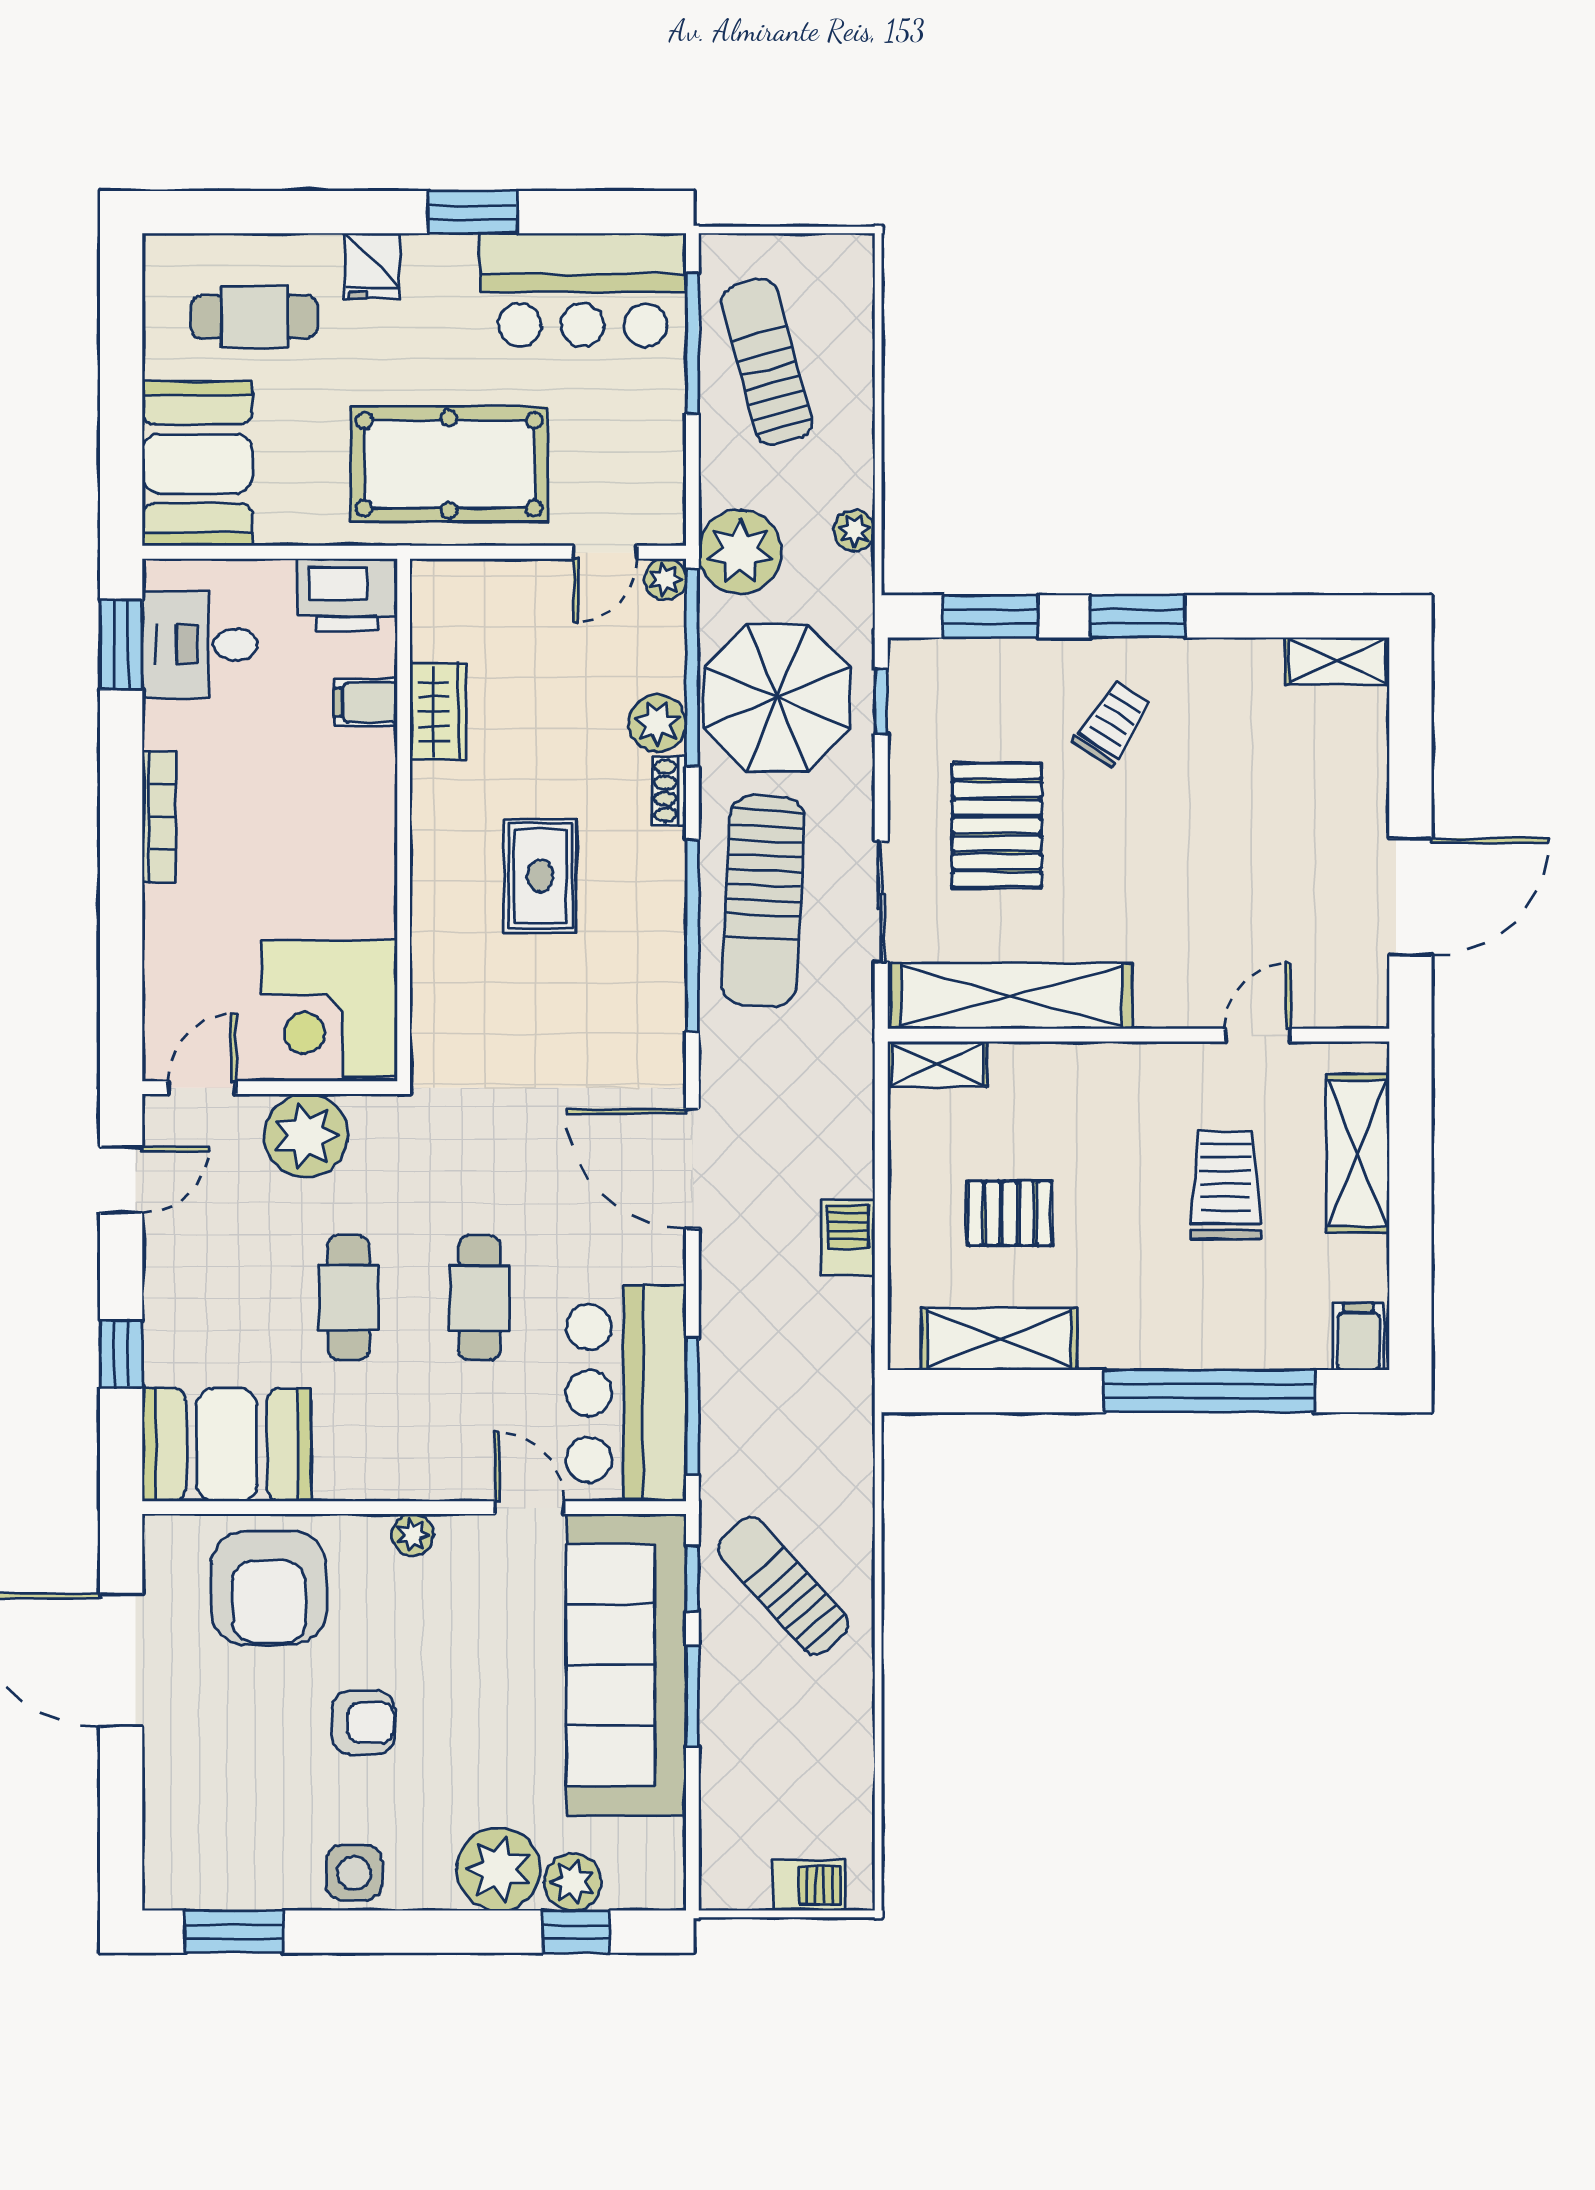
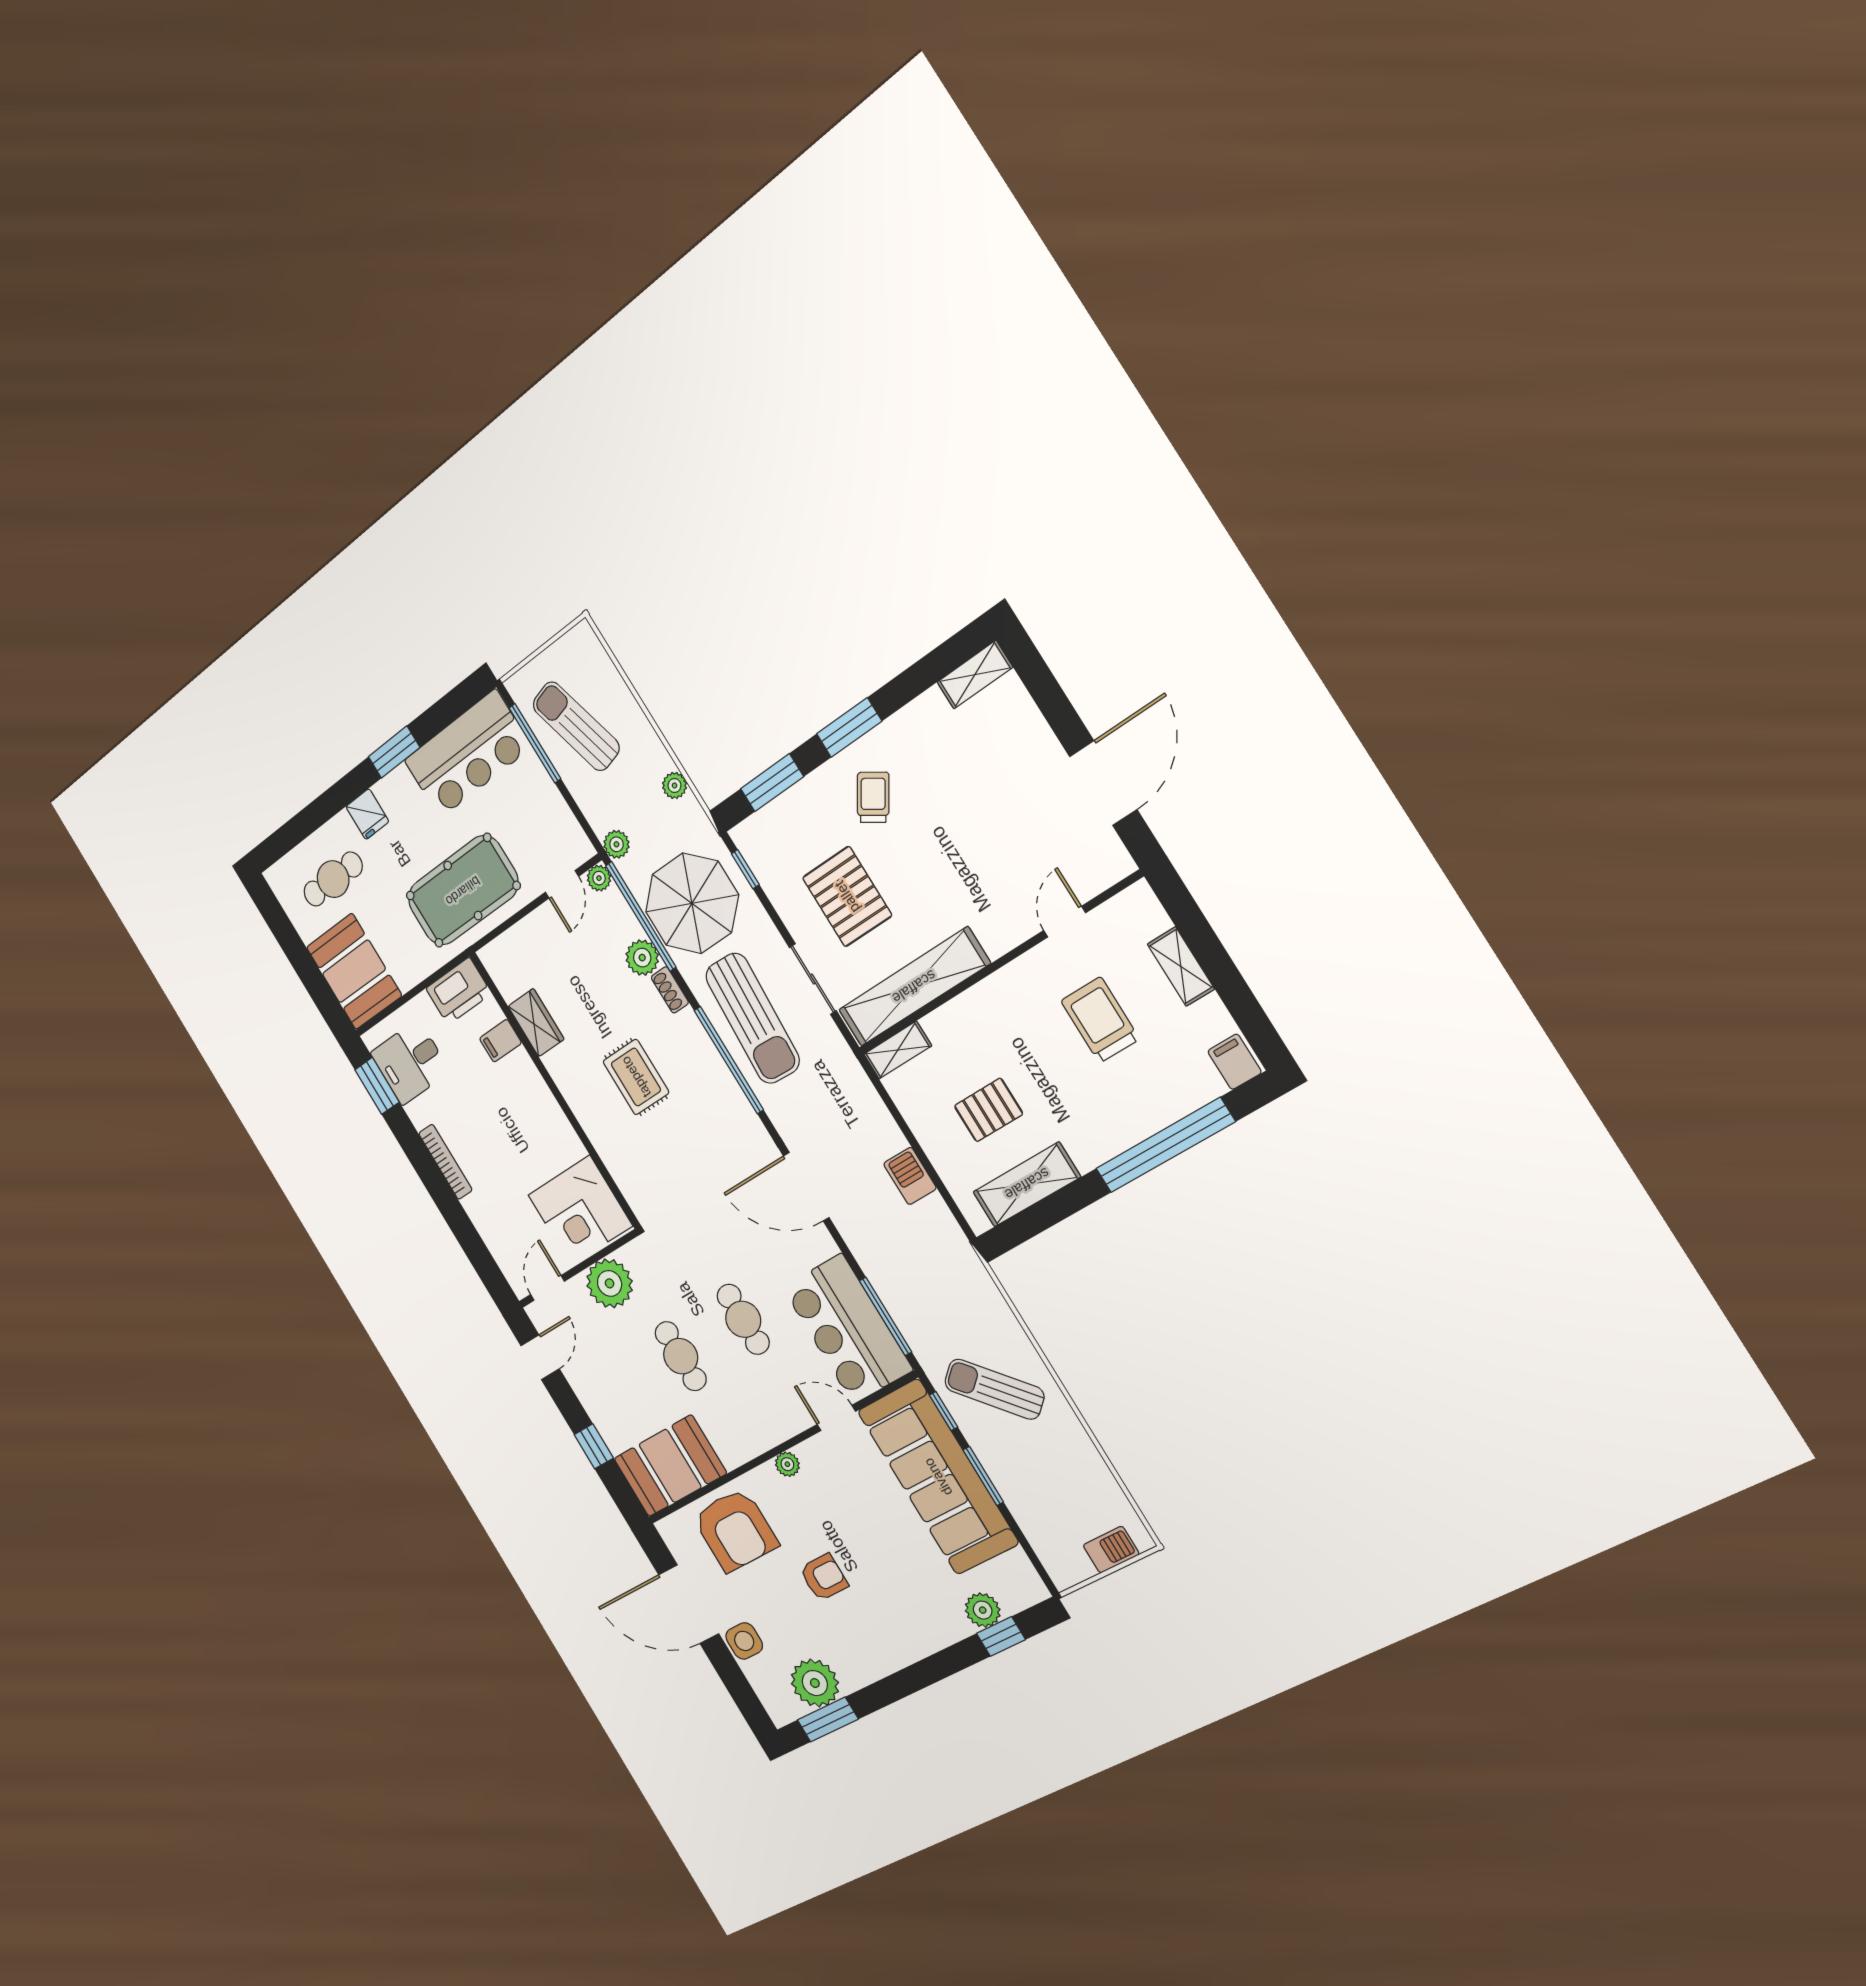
plant: (740, 552) -> (616, 844), width x0.53, depth x0.53
shelving: (1358, 1153) -> (1181, 966), width x0.67, depth x0.75
plant: (499, 1869) -> (815, 1683), moved
side table: (354, 1873) -> (744, 1641), moved

